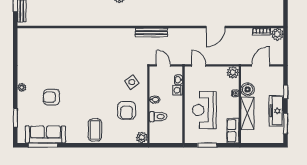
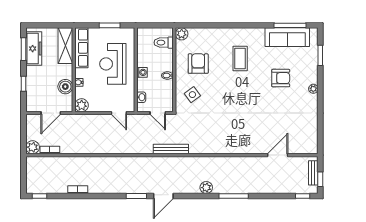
door: (216, 27) -> (278, 155), moved
washing machine: (178, 90) -> (142, 72), moved
reception desk: (204, 110) -> (113, 64), turned 180
freezer: (276, 111) -> (34, 49), moved
shelving: (247, 113) -> (65, 46), moved
toilet: (158, 117) -> (164, 43), moved
coffee table: (95, 130) -> (240, 59), moved
row of seats: (233, 131) -> (81, 48), width x1.48

